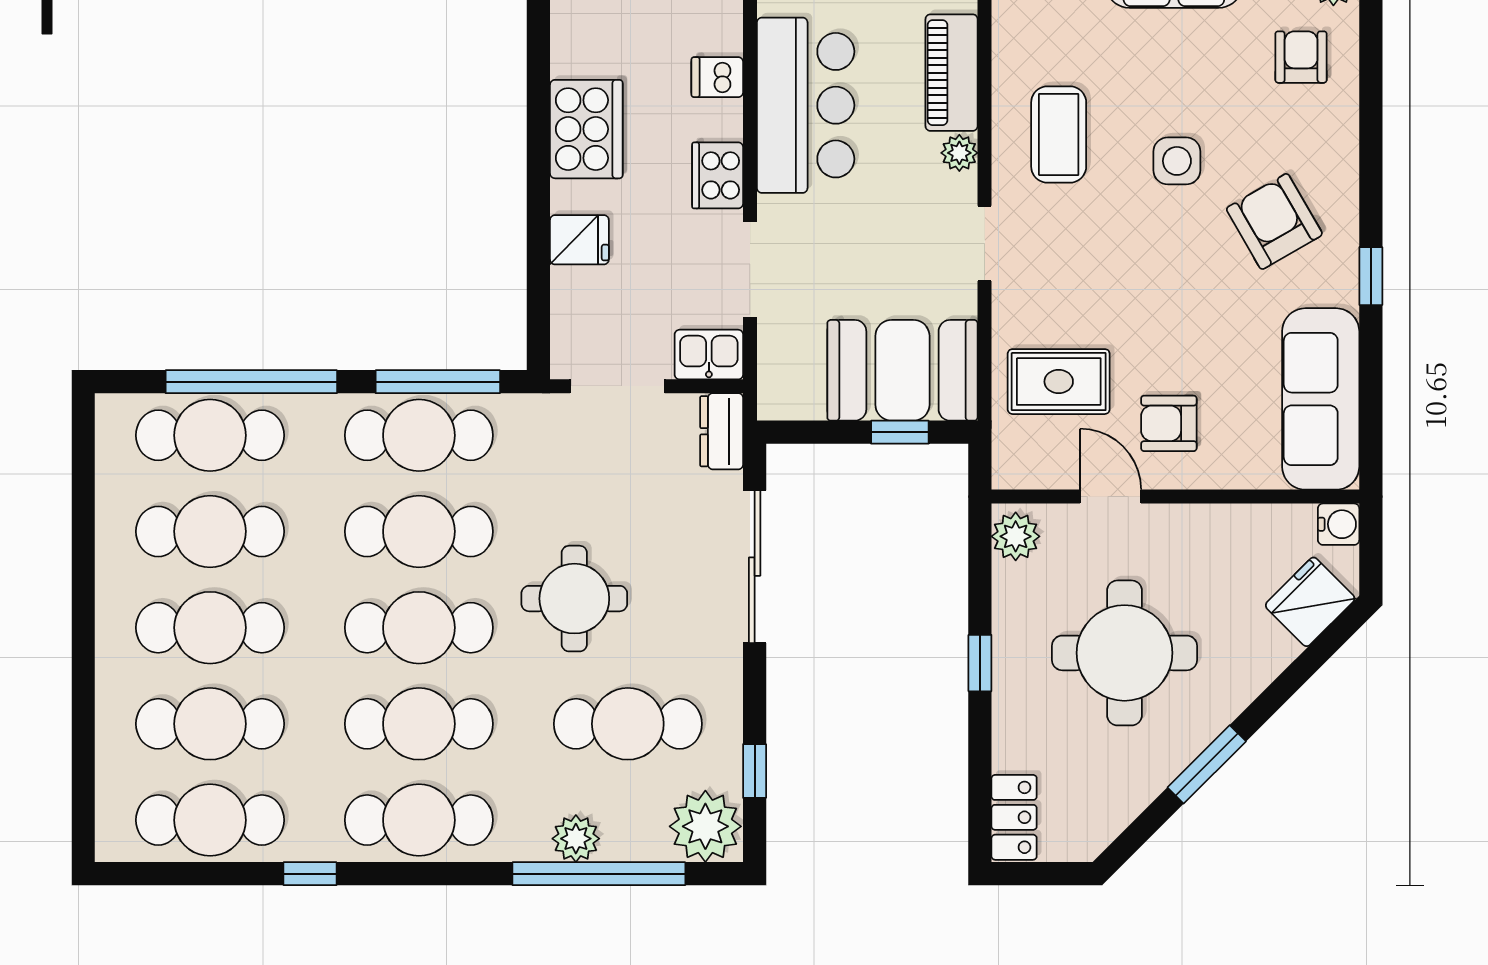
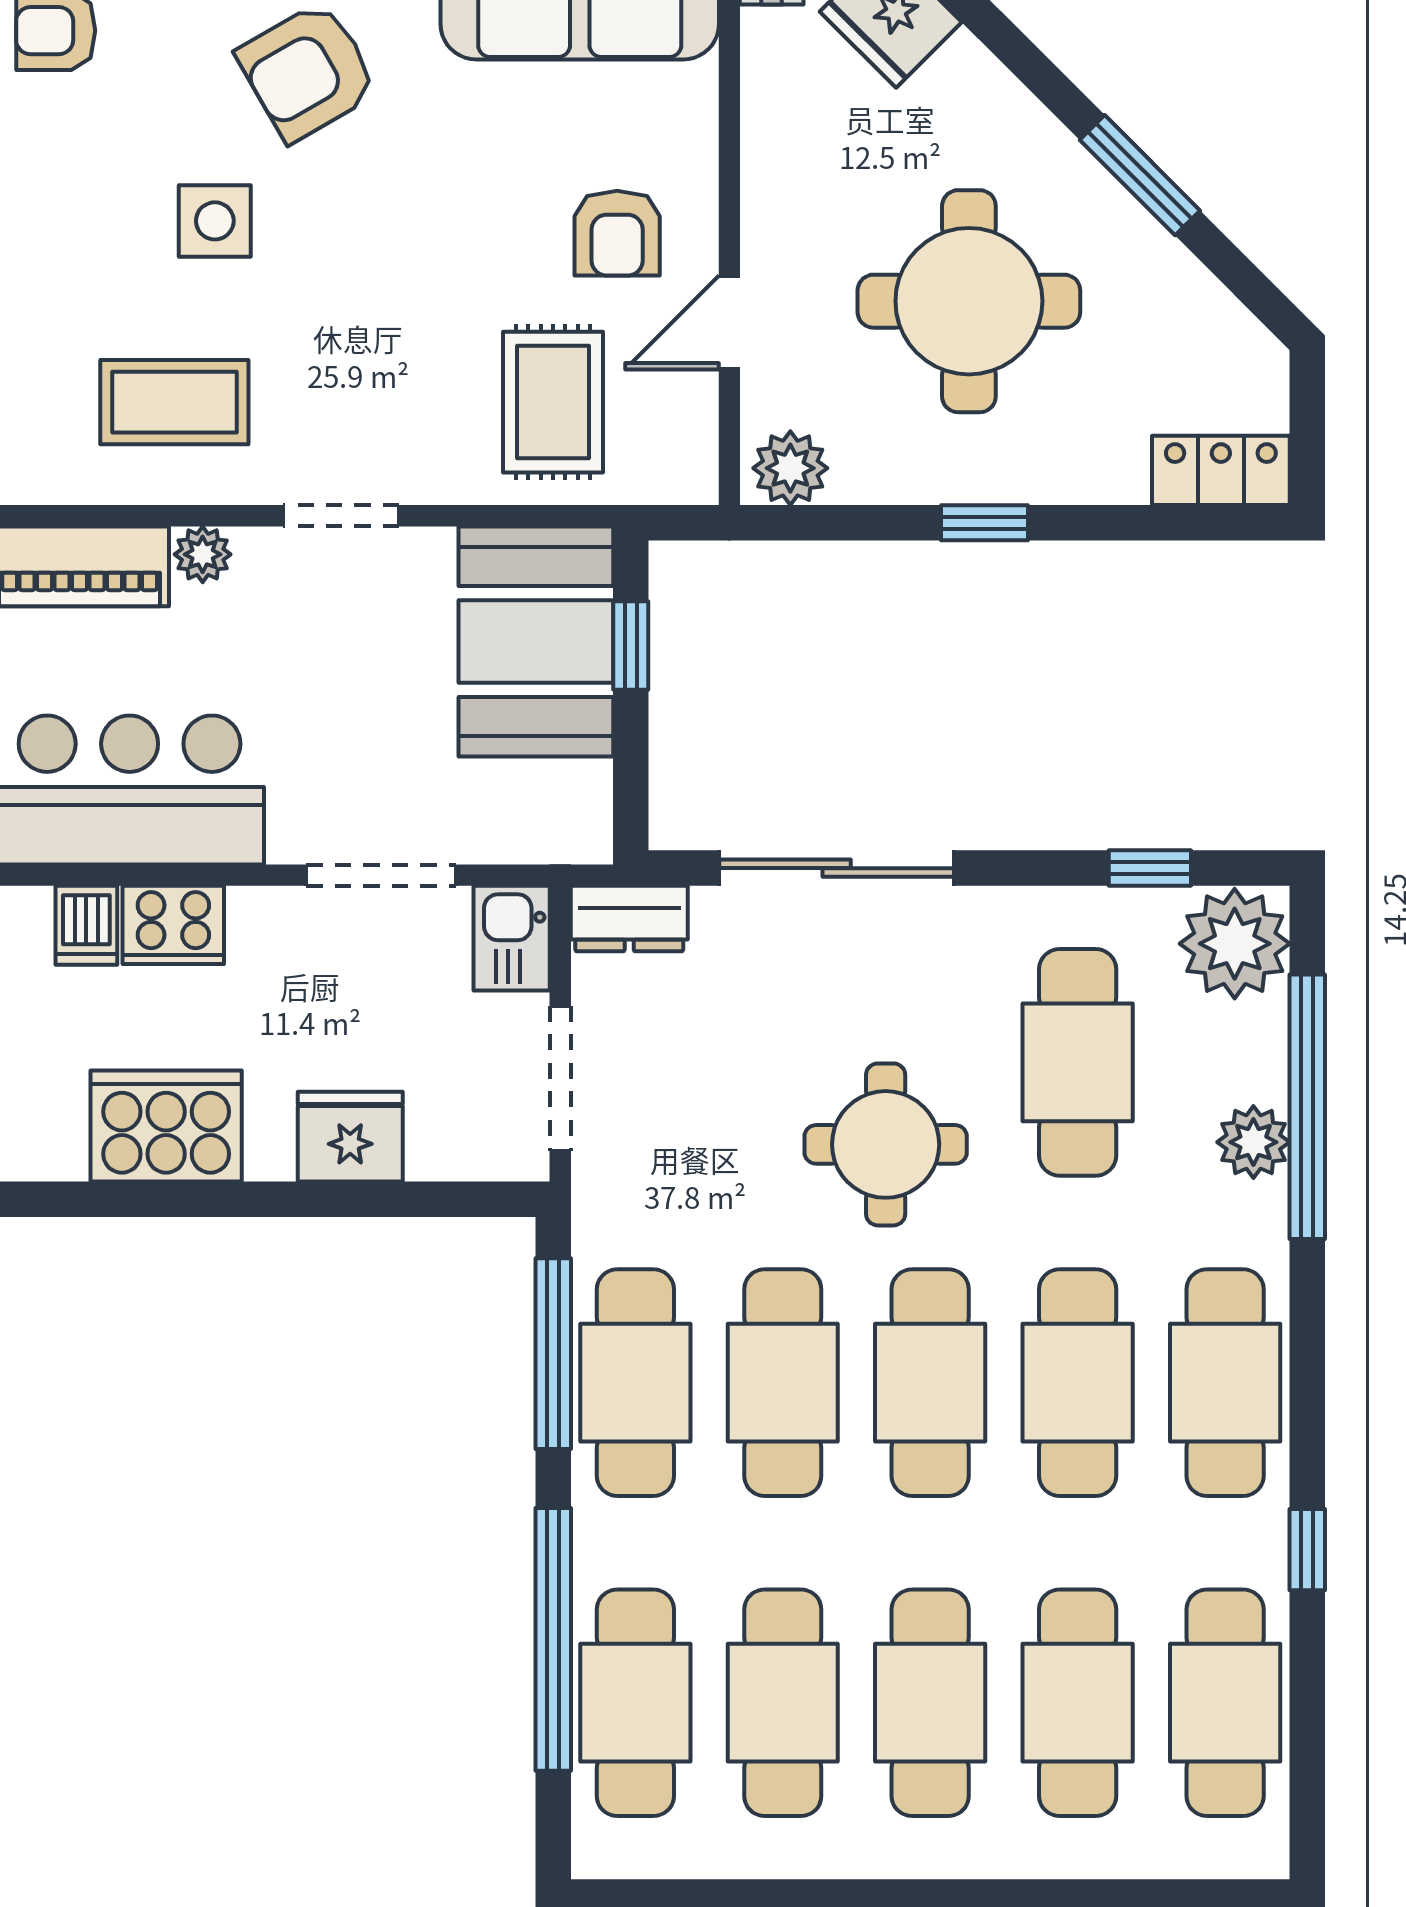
cooker: (718, 175) -> (173, 925), moved
fridge: (579, 240) -> (350, 1137), width x1.38

